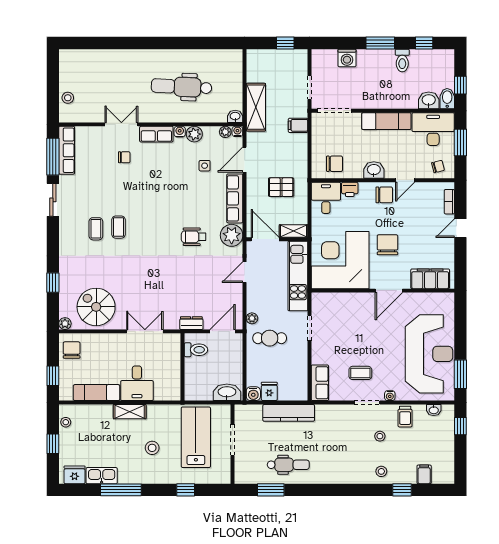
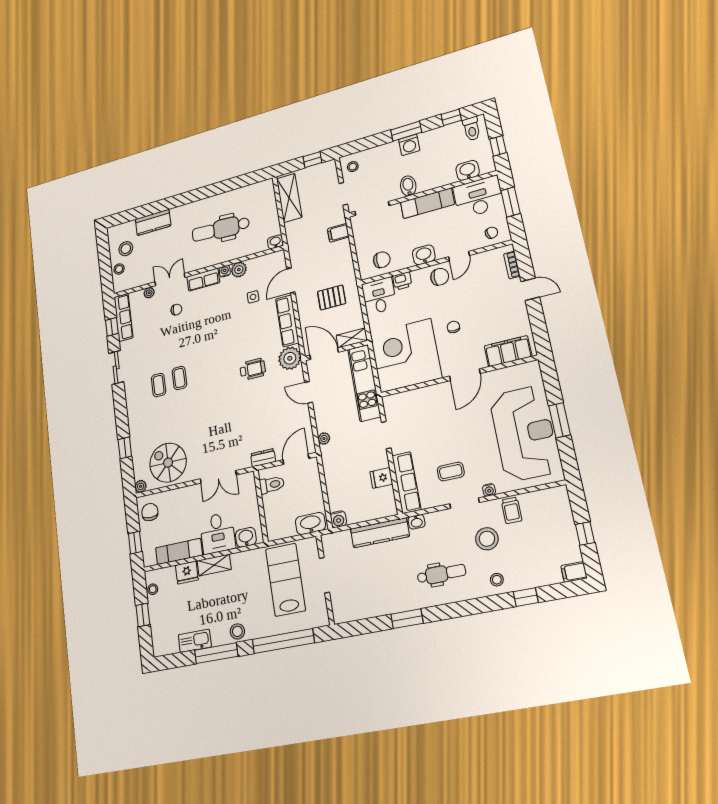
washing machine: (347, 58) -> (409, 145), moved
kitchen counter: (111, 59) -> (153, 222), added
toilet: (402, 61) -> (472, 129), moved
stool: (323, 63) -> (353, 167), added
stool: (78, 78) -> (126, 249), added
bidet: (447, 99) -> (408, 186), moved
shelving: (256, 107) -> (289, 198), moved
water cooler: (237, 131) -> (280, 255), removed
plant: (225, 132) -> (149, 293), moved
window: (53, 157) -> (112, 327), width x0.46
door: (460, 228) -> (530, 289), swing flipped
wheelchair: (194, 237) -> (253, 369), turned 180
chair: (387, 245) -> (453, 327), width x0.54, depth x0.54
door: (245, 272) -> (309, 392), hinge flipped
double door: (145, 331) -> (218, 477), swing flipped
cafe table: (270, 338) -> (346, 455), removed
window: (460, 374) -> (560, 420), moved
row of seats: (320, 383) -> (406, 483), width x1.48
fridge: (269, 391) -> (381, 478), moved, turned -90
washbasin: (164, 392) -> (246, 537), added
washbasin: (434, 410) -> (417, 522), moved
window: (460, 426) -> (585, 533), moved
stool: (380, 436) -> (487, 539), width x1.89, depth x1.89
stool: (152, 448) -> (237, 631), moved
dental chair: (288, 465) -> (441, 574), moved
filing cabinet: (424, 474) -> (574, 572), moved, turned -90
fridge: (75, 475) -> (187, 572), moved, turned 180
window: (186, 490) -> (283, 641), width x3.17
window: (271, 490) -> (407, 619), moved

